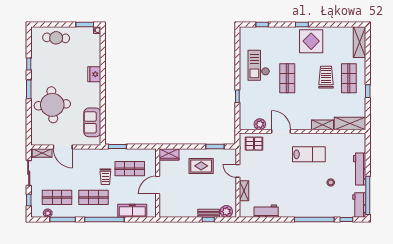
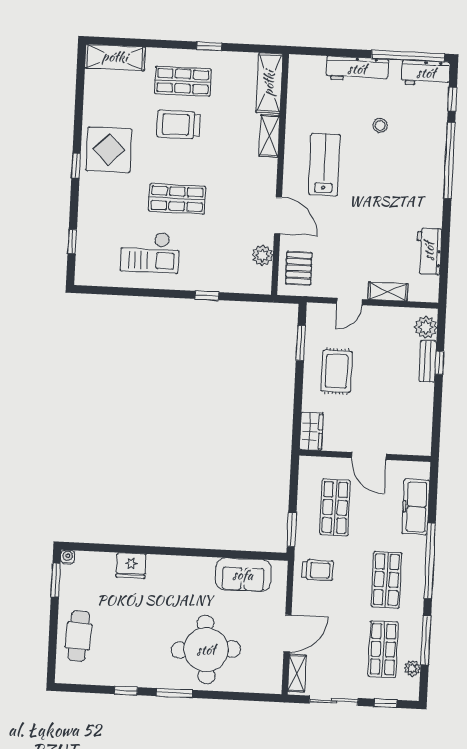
fridge: (94, 74) -> (131, 566), moved
door: (281, 131) -> (278, 215), swing flipped
trolley: (105, 177) -> (318, 570), moved

